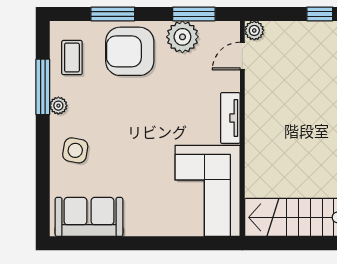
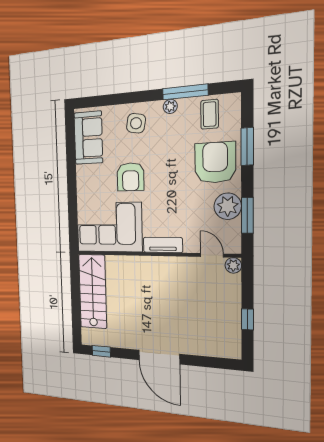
coffee table: (72, 58) -> (210, 114), turned 90
armchair: (143, 159) -> (131, 177), added

